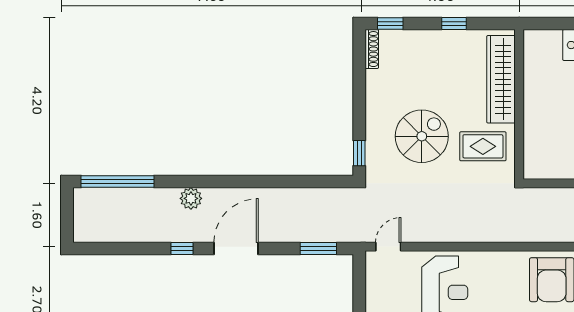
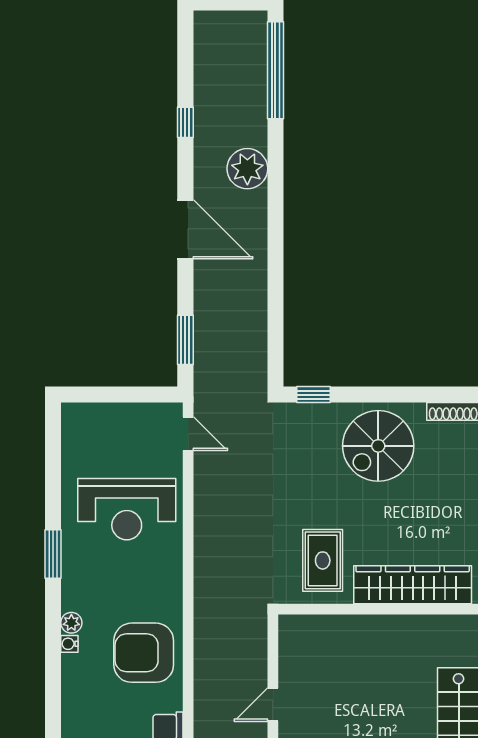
spiral stairs: (422, 136) -> (378, 446), moved, turned 90
plant: (191, 198) -> (247, 169), width x1.36, depth x1.36
window: (182, 249) -> (185, 122), moved

